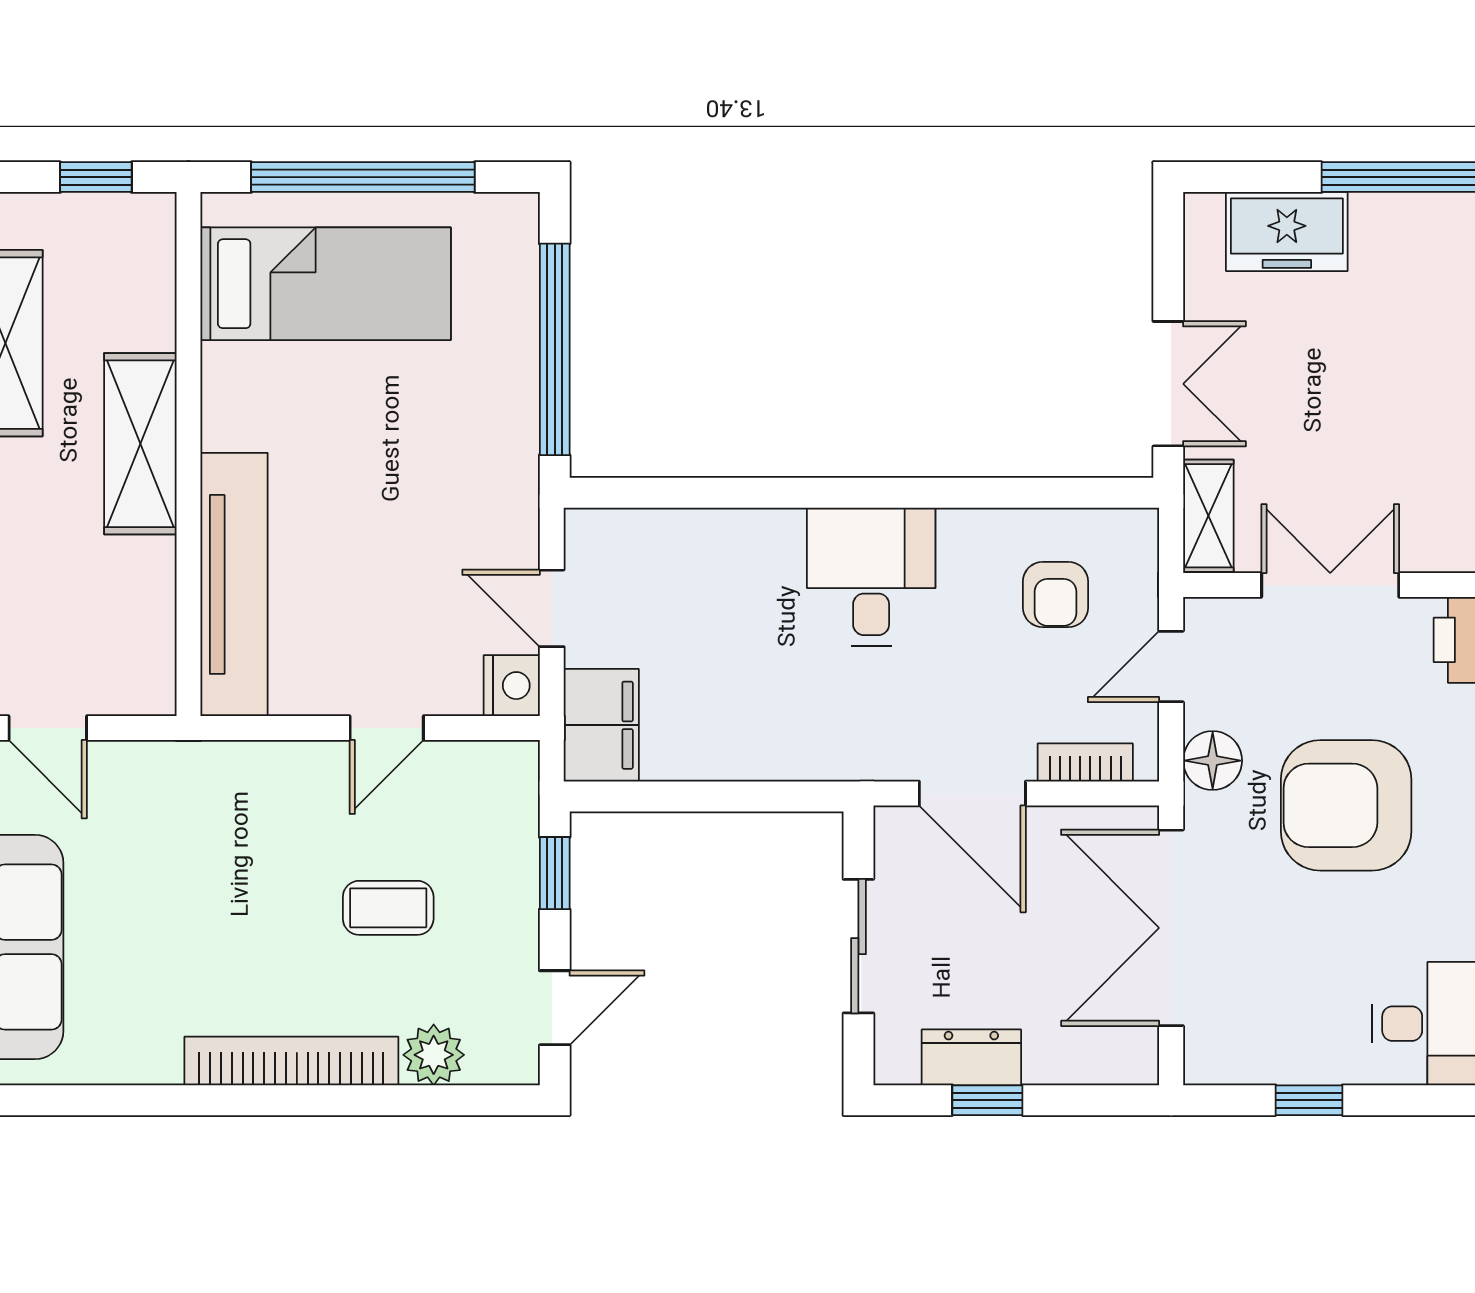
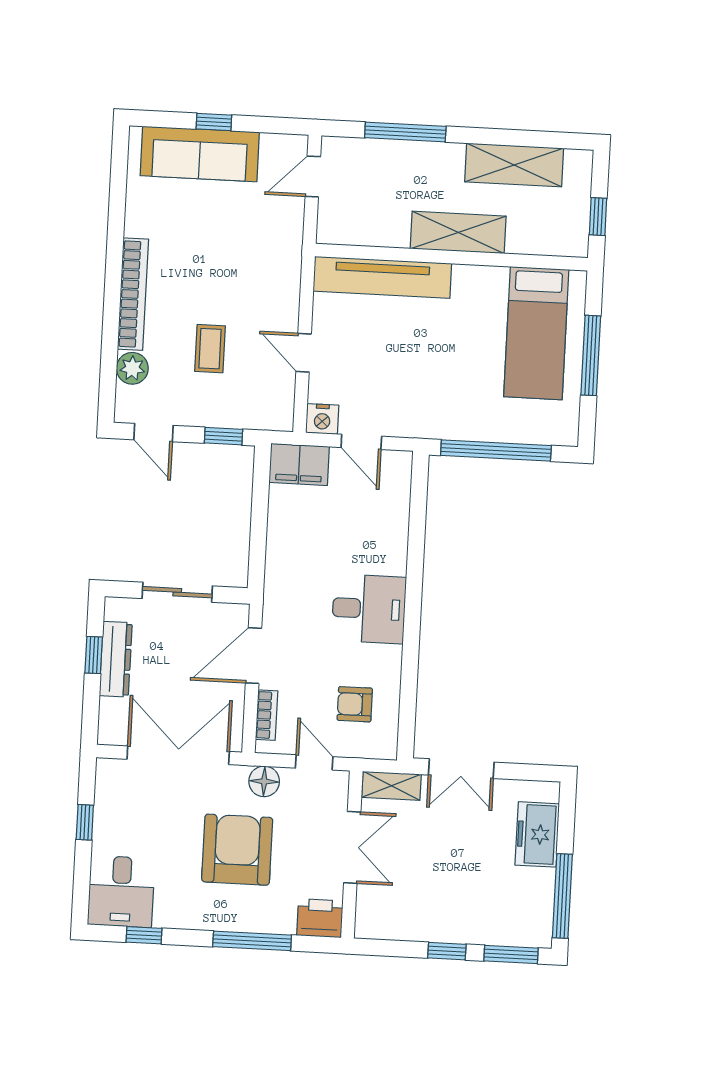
window: (363, 177) -> (591, 355), width x0.68
door: (552, 608) -> (361, 442), swing flipped
dresser: (971, 1057) -> (116, 659), width x1.44

